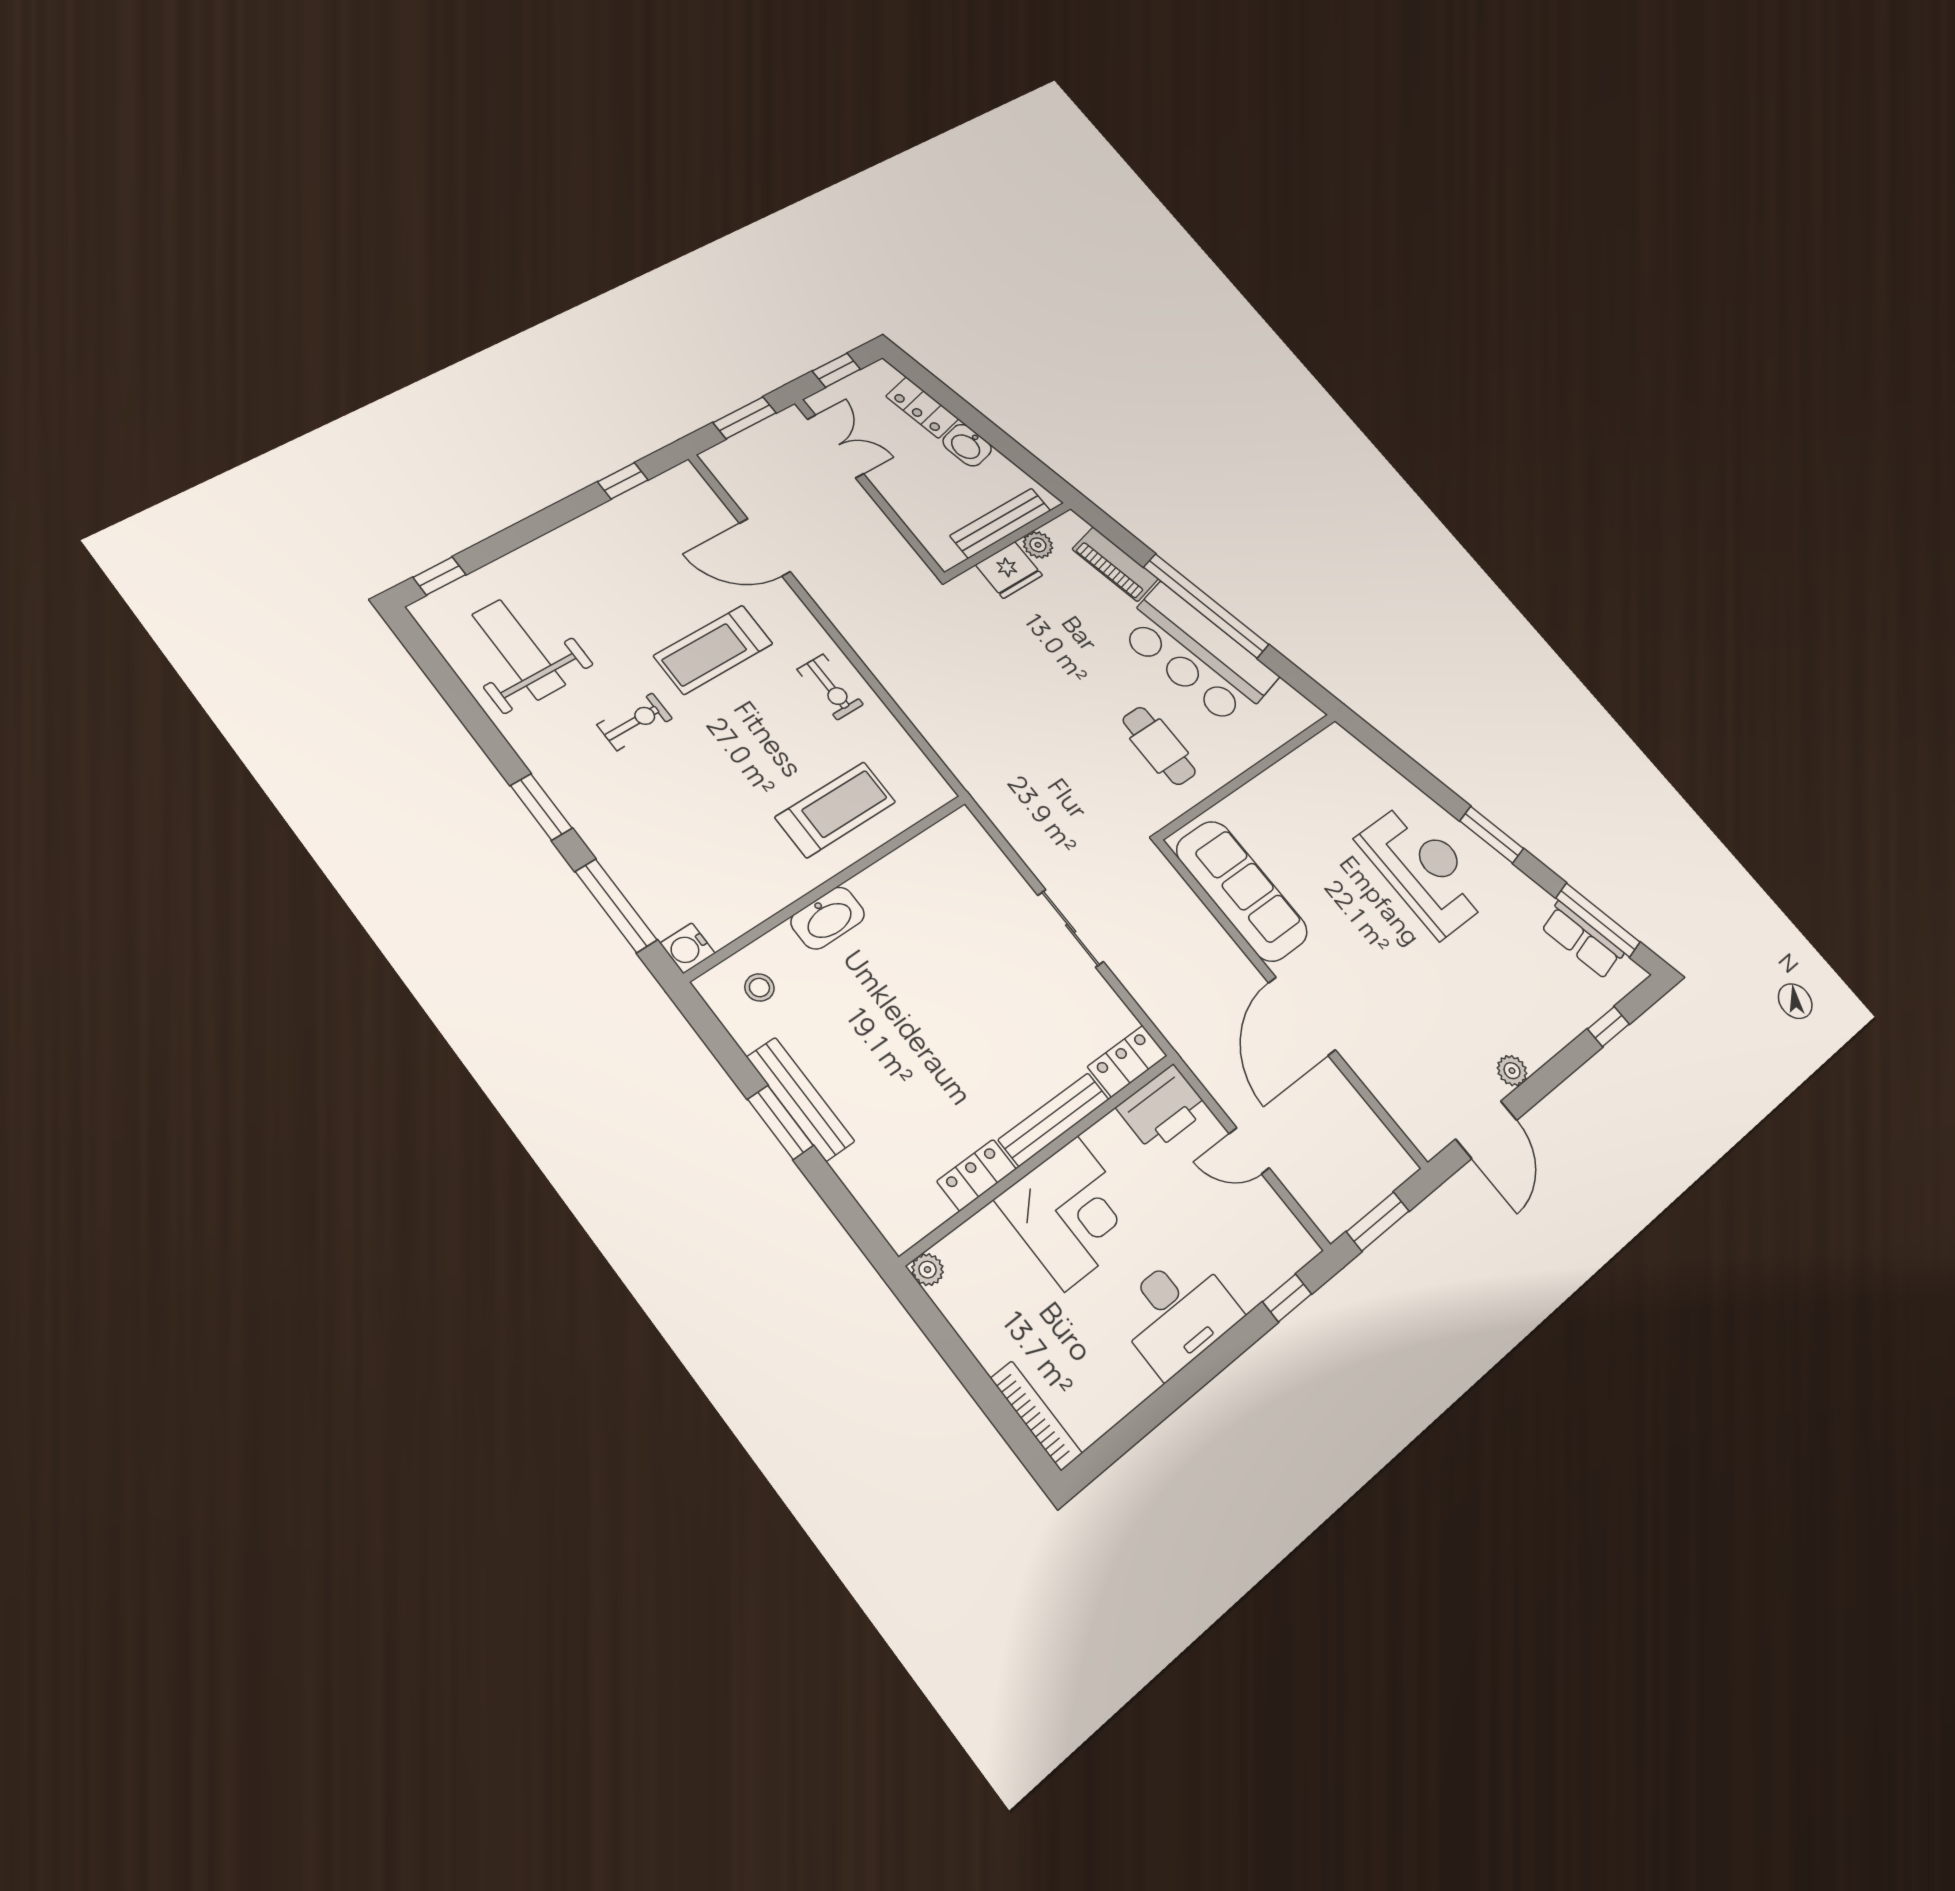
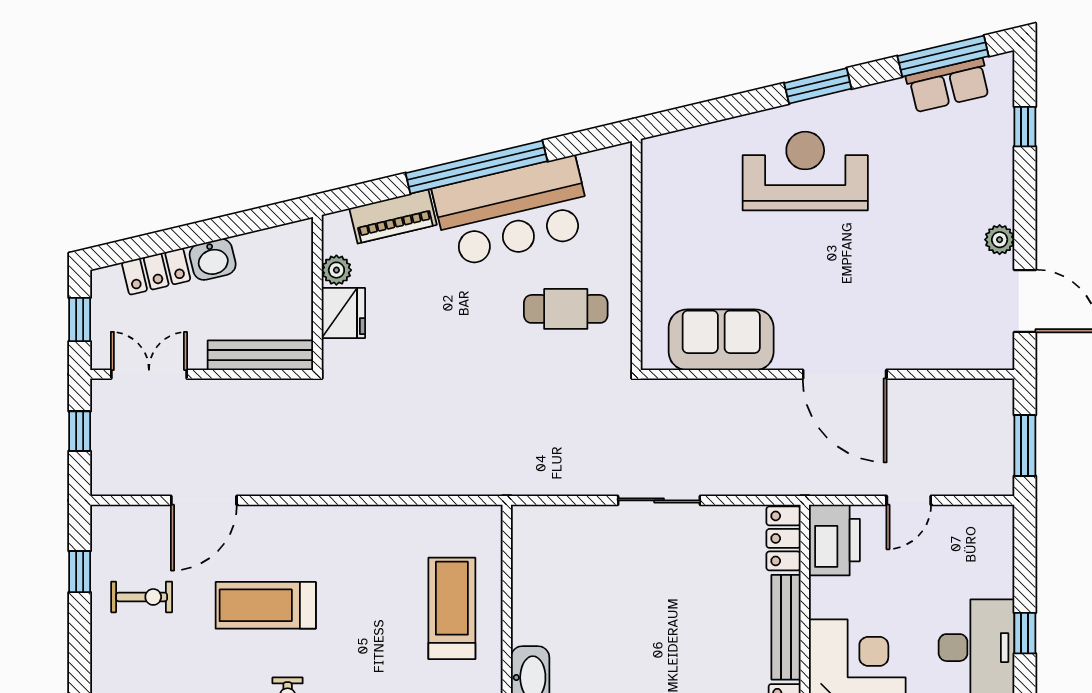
window: (745, 418) -> (80, 431), width x0.67
bench: (1000, 523) -> (260, 355), moved, turned 90
treadmill: (713, 650) -> (266, 605), turned 90
exercise bike: (830, 687) -> (142, 597), moved
sofa: (1242, 891) -> (721, 340), width x0.73
window: (1287, 1298) -> (1025, 633), moved

